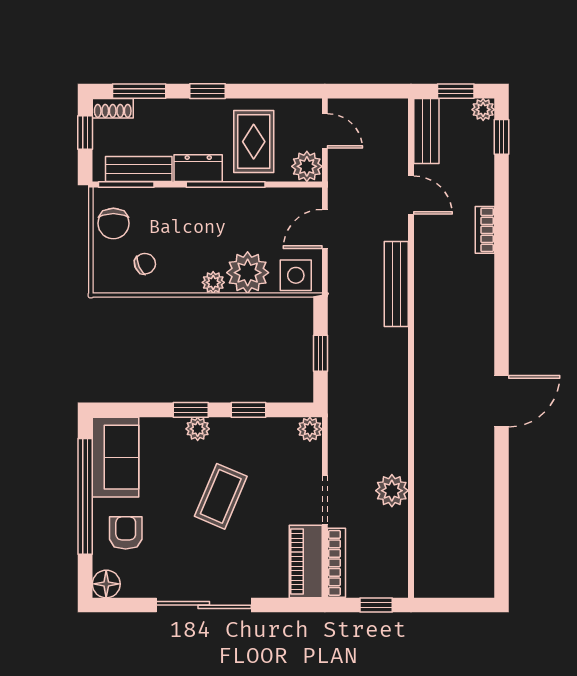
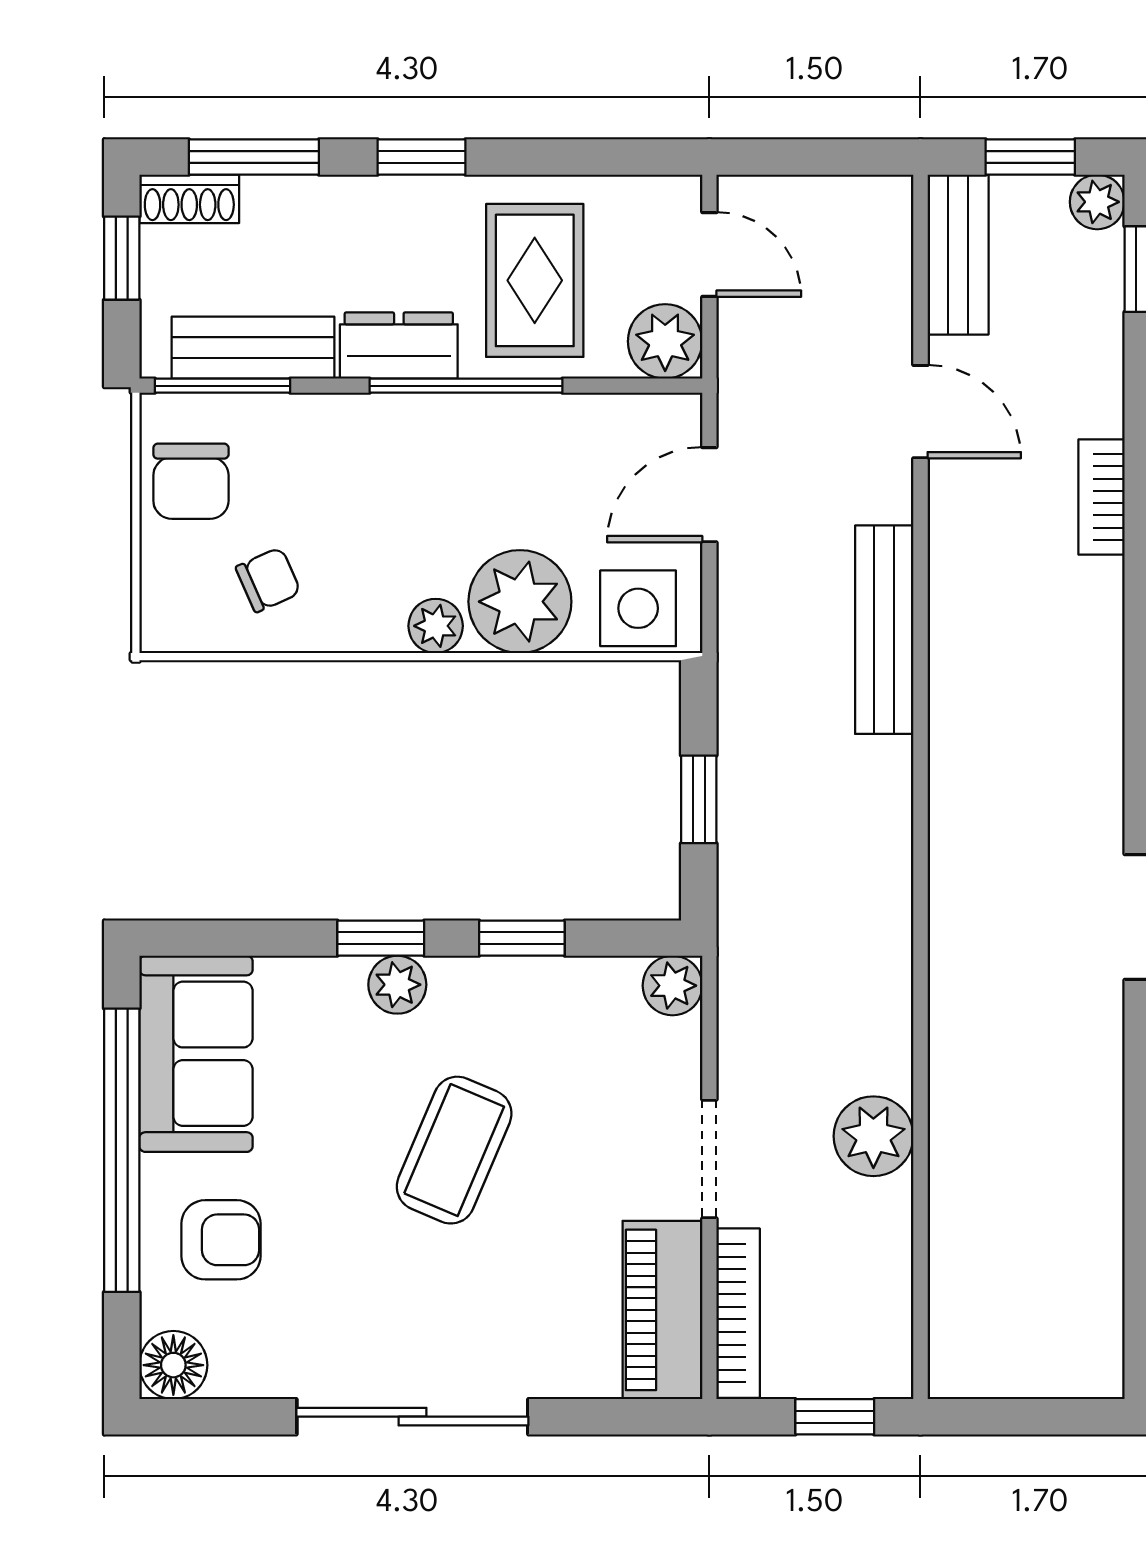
armchair: (126, 533) -> (221, 1240), turned 90

